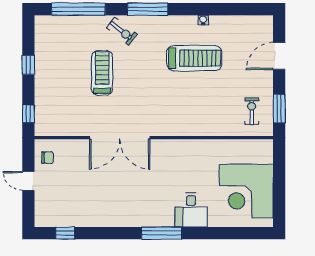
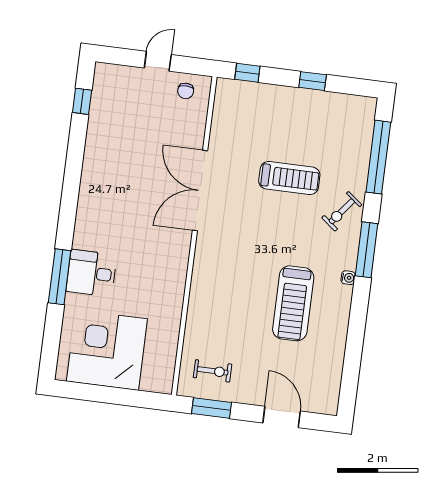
water cooler: (203, 20) -> (348, 278), moved
window: (161, 233) -> (60, 277), moved

